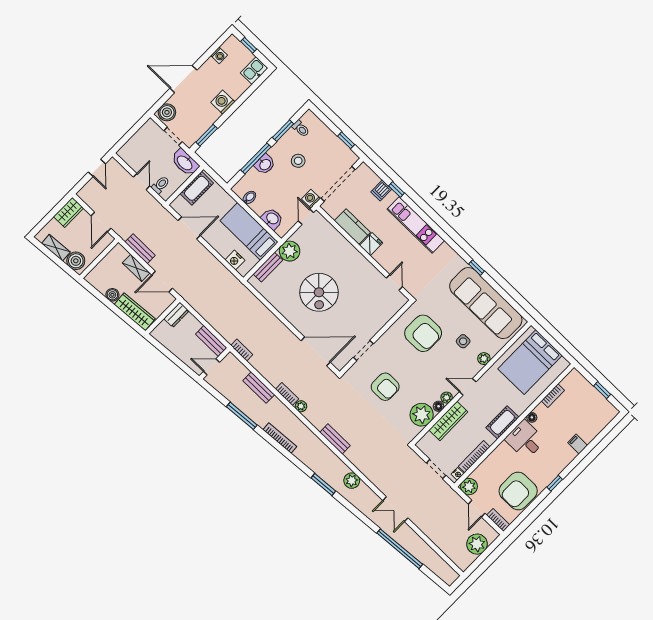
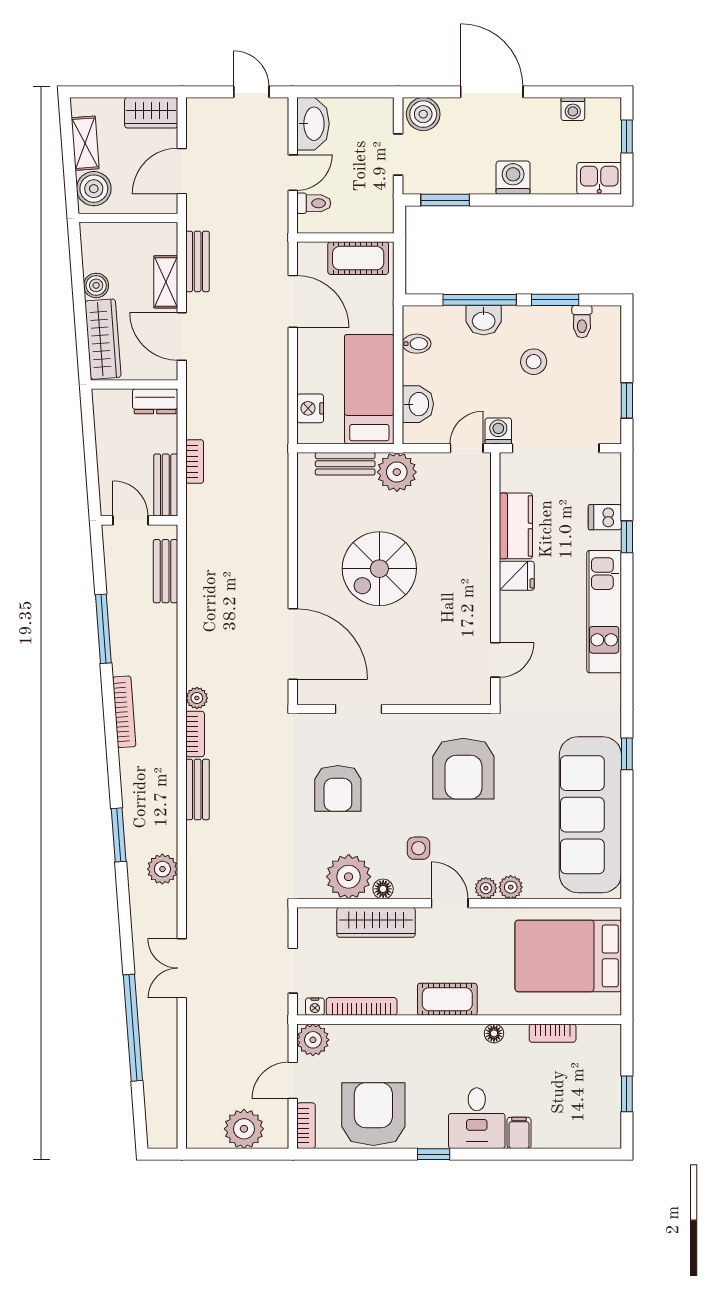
washbasin: (185, 163) -> (313, 124), moved, turned 180
door: (97, 168) -> (251, 92), swing flipped
side table: (463, 341) -> (418, 848), moved
bookcase: (242, 350) -> (195, 461), moved
bench: (259, 388) -> (166, 571), moved
bookcase: (287, 394) -> (195, 734), moved
plant: (447, 398) -> (486, 888), moved
desk: (525, 440) -> (477, 1118), moved, turned 180
armchair: (518, 491) -> (373, 1114), turned 90

